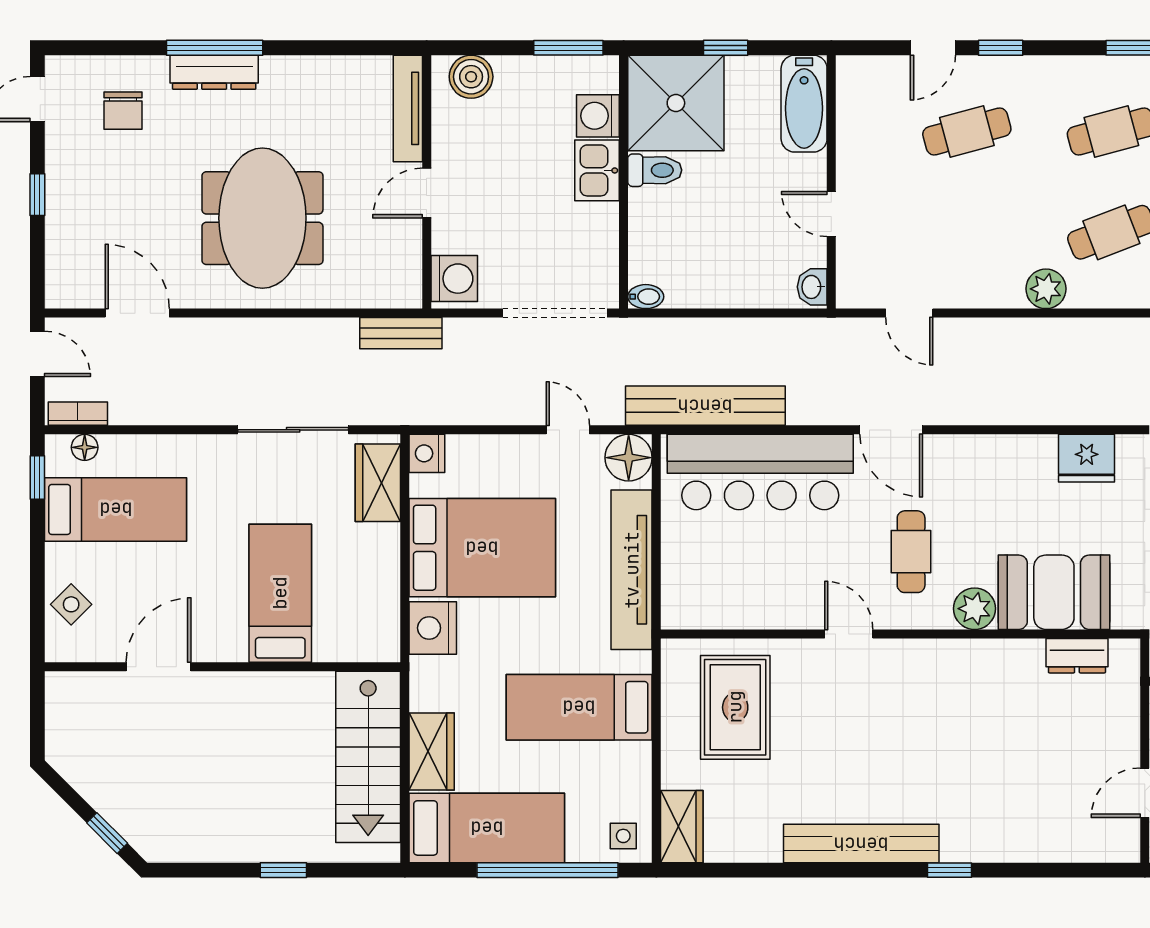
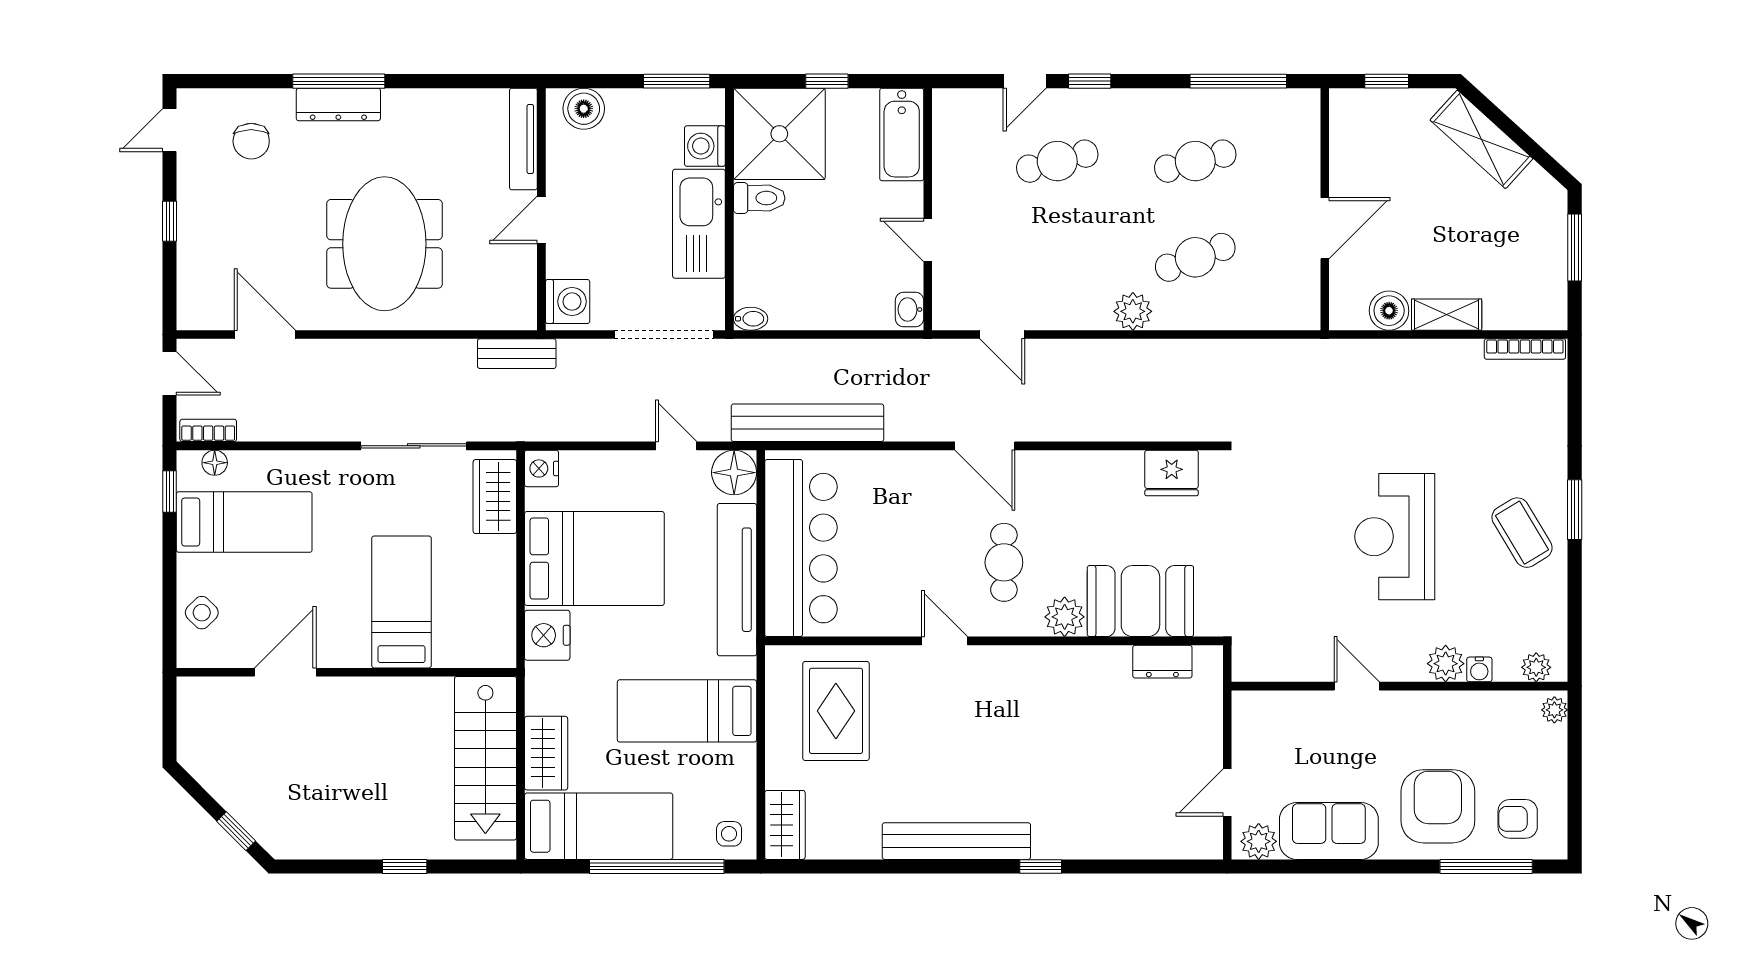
kitchen sink: (597, 170) -> (699, 224), width x1.87, depth x1.24
bar counter: (760, 472) -> (801, 548), moved, turned -90

